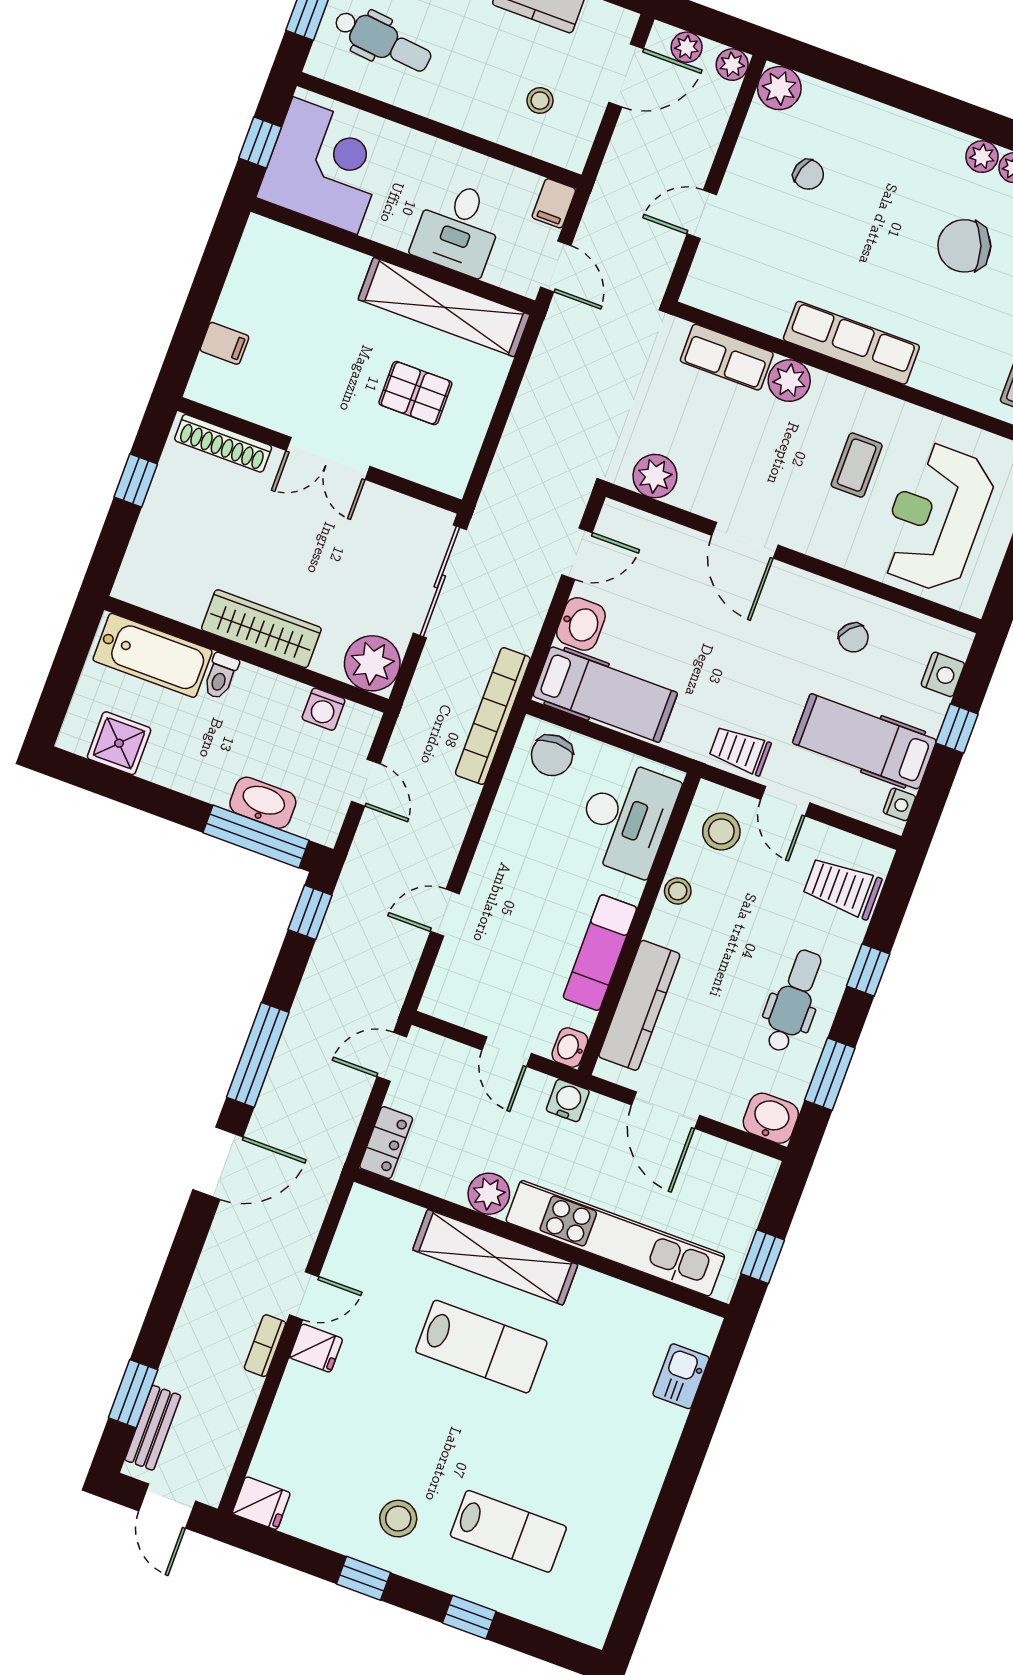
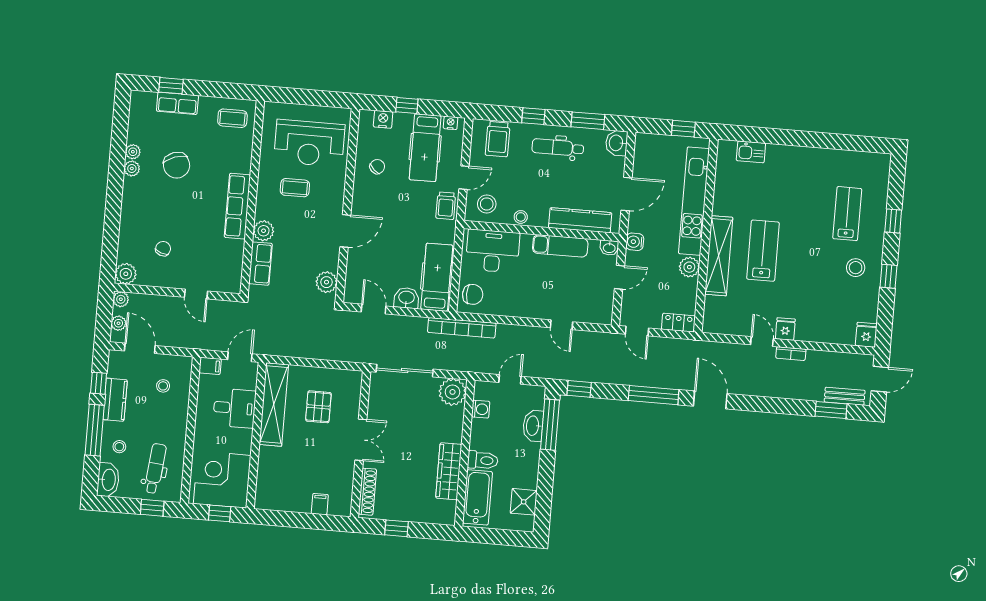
wardrobe: (261, 629) -> (449, 471), moved
toilet: (221, 676) -> (483, 460), width x1.37, depth x1.39

